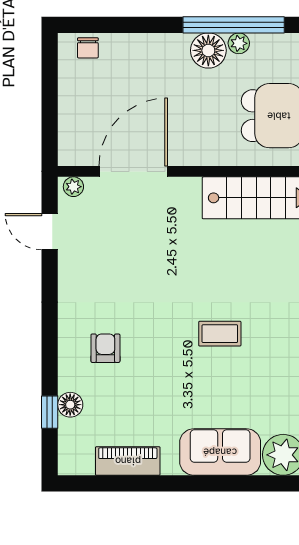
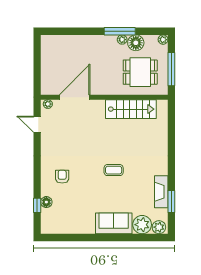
window: (234, 25) -> (120, 31), width x0.68
chair: (88, 48) -> (54, 42), removed
floor lamp: (208, 50) -> (136, 43), moved
piano: (128, 461) -> (72, 227), removed

